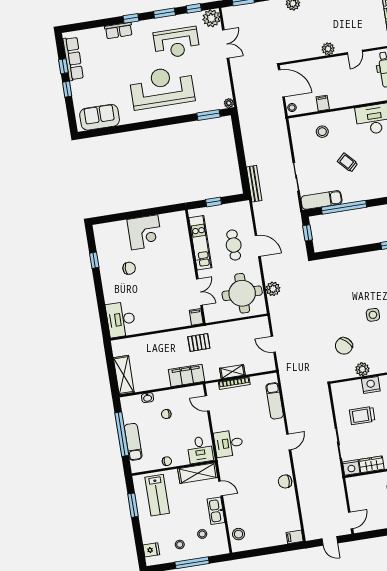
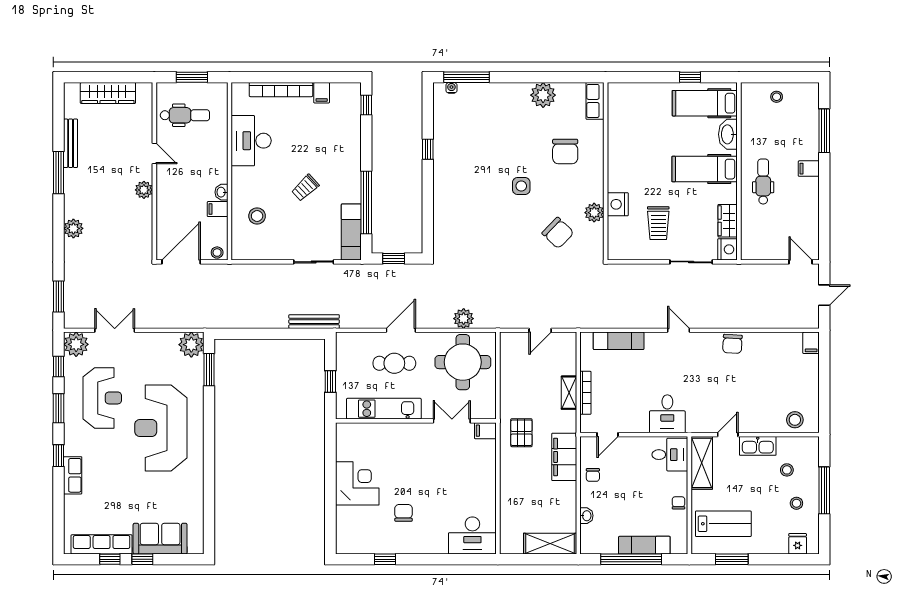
plant: (229, 103) -> (191, 345), width x1.88, depth x1.88
washbasin: (335, 104) -> (221, 192), added
sofa: (100, 117) -> (160, 539), moved, turned 90
chair: (166, 414) -> (593, 475), moved

